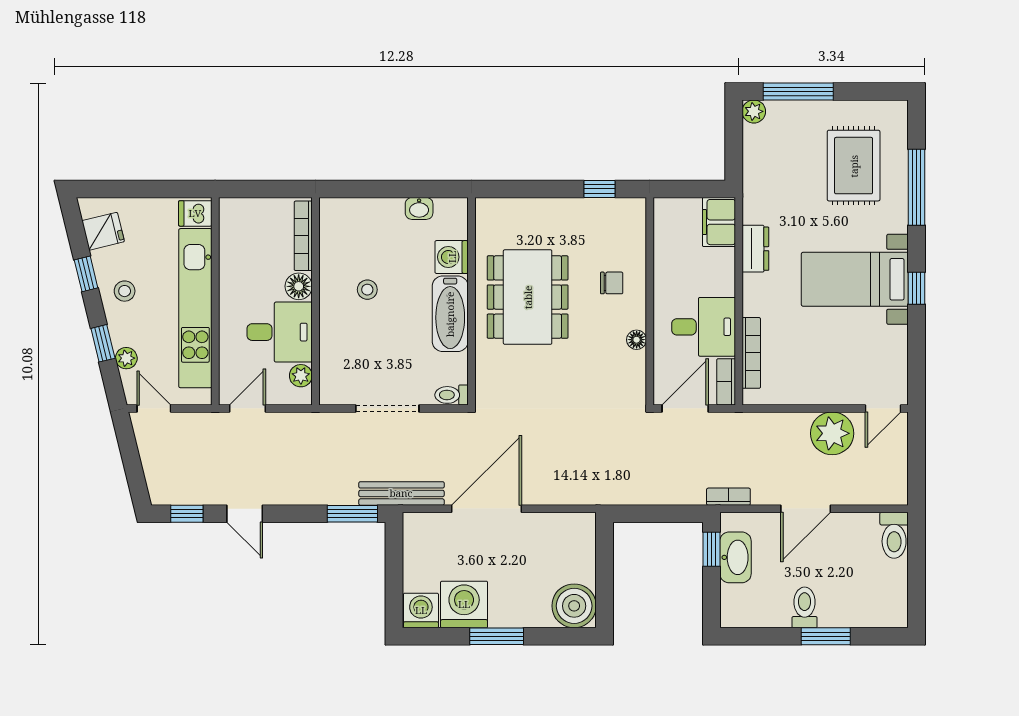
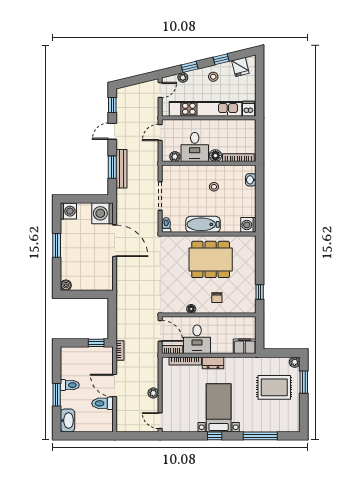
window: (798, 91) -> (304, 382), width x0.69
rug: (854, 166) -> (274, 387), moved
washbasin: (419, 208) -> (251, 180), moved
dresser: (755, 249) -> (213, 363), moved
washing machine: (452, 257) -> (248, 225), moved, turned -90
door: (248, 408) -> (160, 132), swing flipped
plant: (832, 433) -> (153, 393), width x0.53, depth x0.53
bench: (401, 493) -> (121, 169), moved
window: (352, 514) -> (112, 167), moved
toilet: (894, 535) -> (103, 403), moved
washbasin: (735, 557) -> (68, 420), moved, turned -90
washing machine: (464, 604) -> (102, 213), moved, turned 180
boiler: (574, 606) -> (66, 285), width x0.54, depth x0.54

